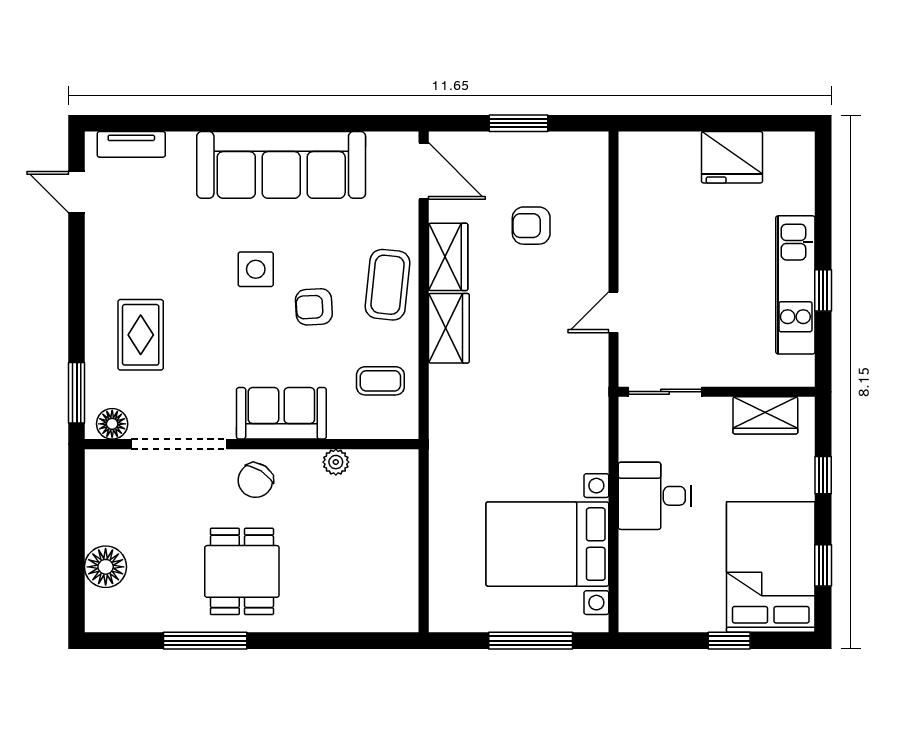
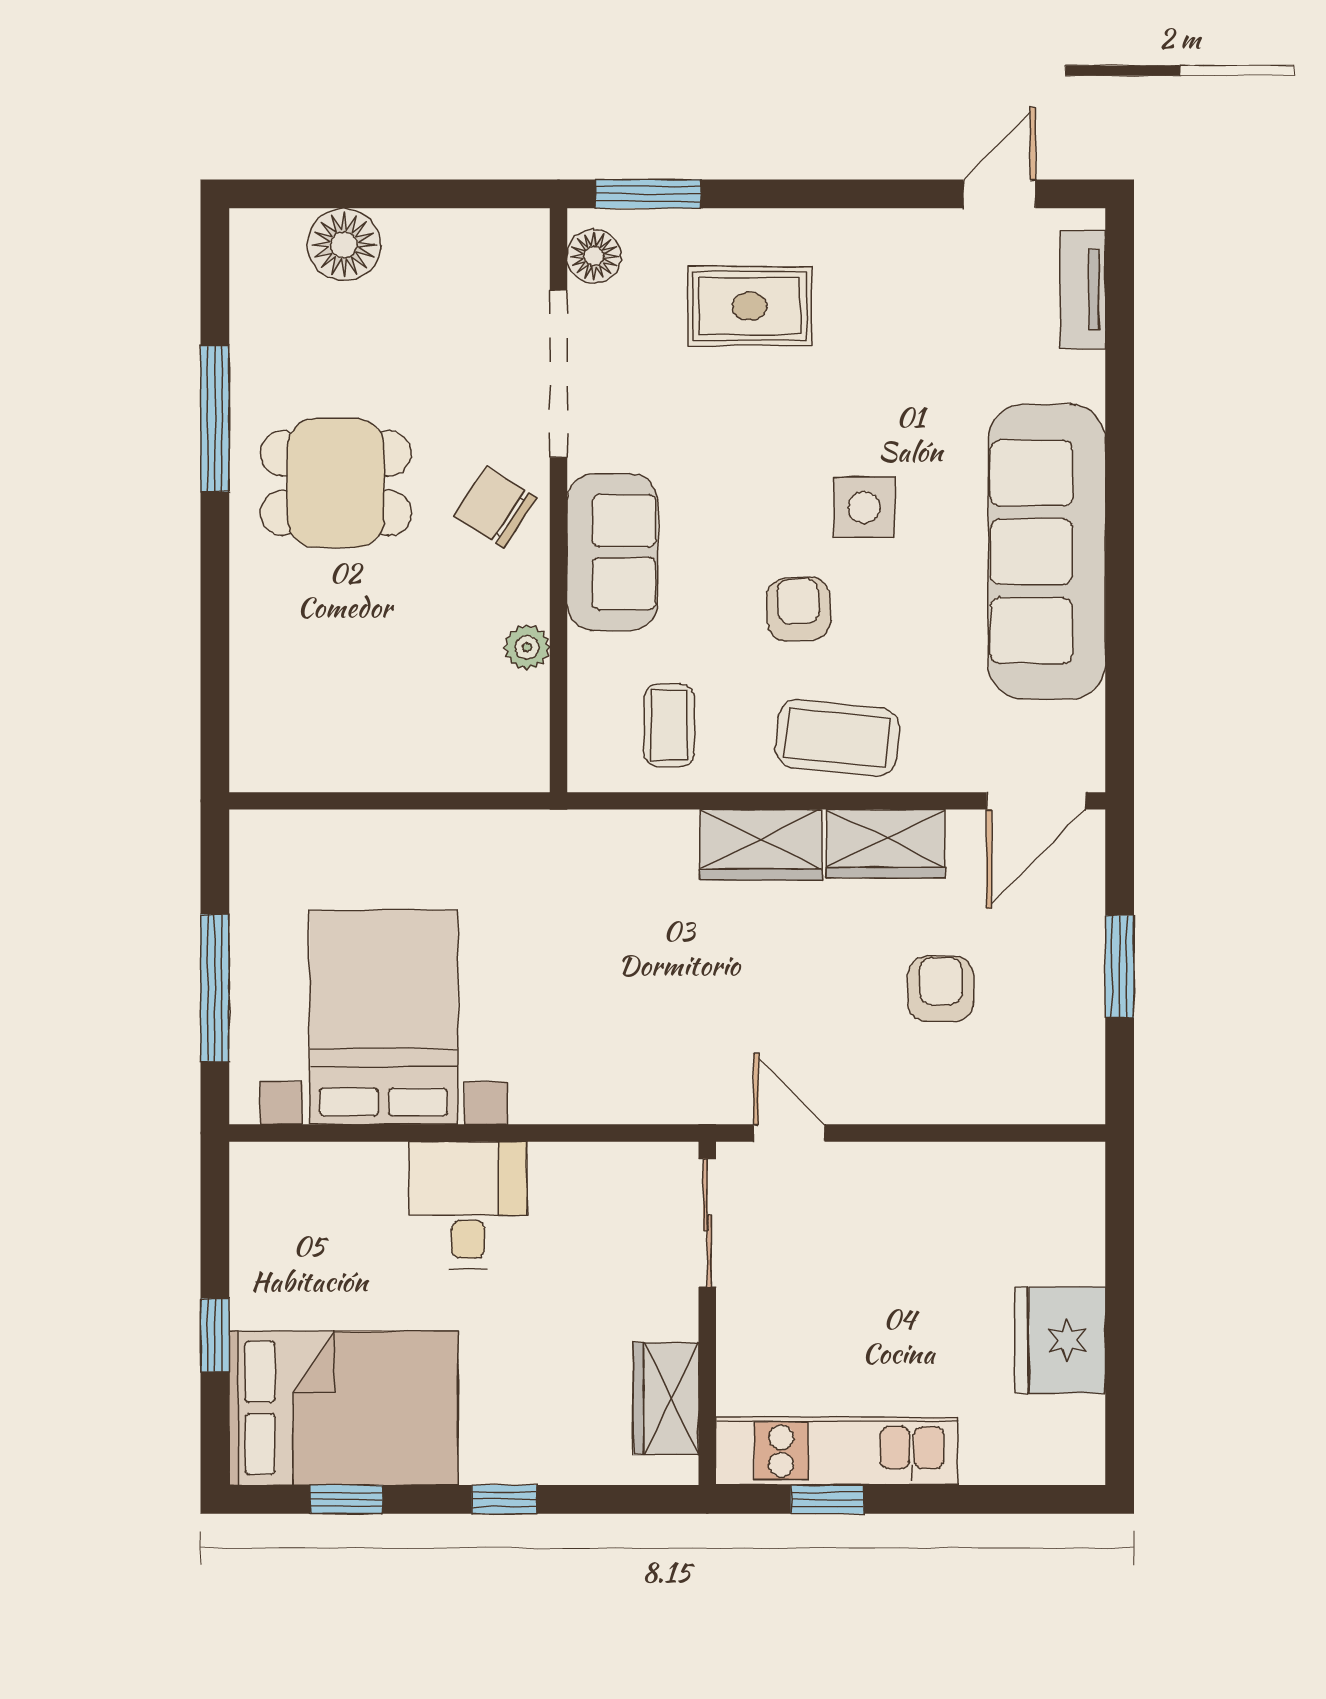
sliding door: (665, 392) -> (707, 1223), moved
wall: (717, 392) -> (707, 1313), moved
wardrobe: (765, 415) -> (666, 1398), moved

